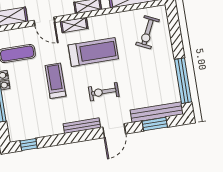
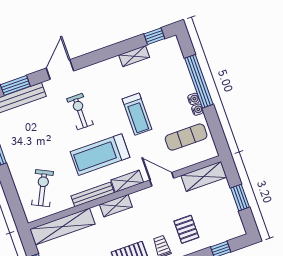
exercise bike: (104, 92) -> (80, 112), turned -90
bench: (82, 126) -> (93, 194), moved
shelving: (49, 131) -> (134, 56), added

